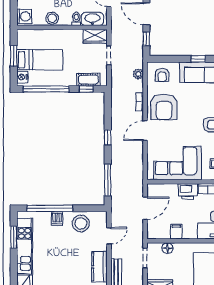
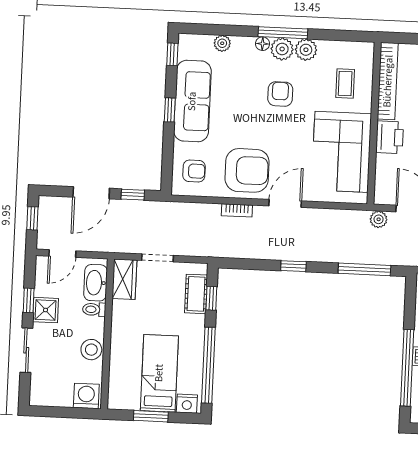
plant: (138, 74) -> (379, 219), moved
door: (145, 131) -> (285, 203), swing flipped

